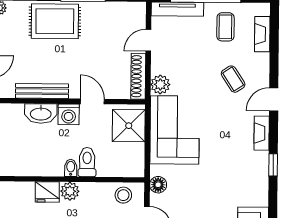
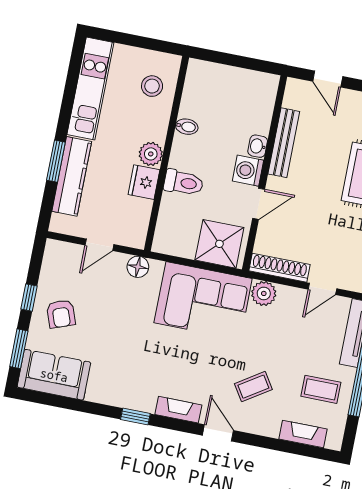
door: (148, 40) -> (322, 289), swing flipped
washbasin: (41, 113) -> (258, 146), width x0.52, depth x0.69
bidet: (71, 168) -> (187, 127), moved
fridge: (47, 192) -> (144, 182), moved
stool: (123, 195) -> (152, 86), moved

